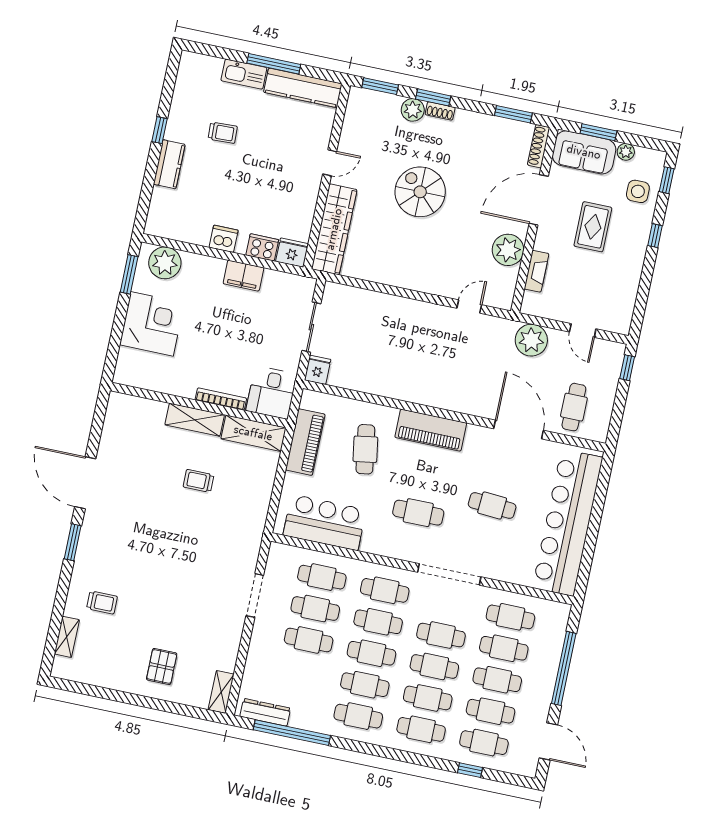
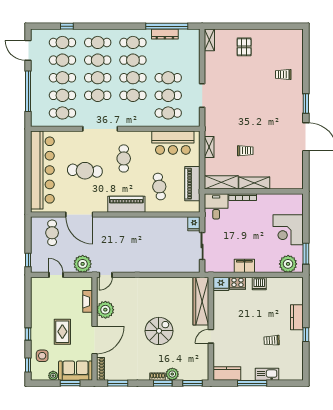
kitchen counter: (303, 88) -> (227, 373), width x0.67
spiral stairs: (420, 192) -> (159, 331), turned -90
door: (469, 307) -> (106, 275), moved
cafe table: (492, 506) -> (85, 171), width x1.37, depth x1.35
cafe table: (418, 513) -> (124, 158), turned 90
cafe table: (385, 590) -> (133, 113), removed
shelving: (67, 637) -> (209, 147), moved
dresser: (265, 712) -> (165, 34), moved

